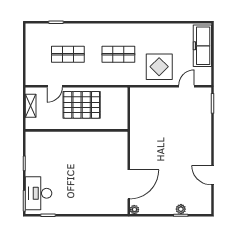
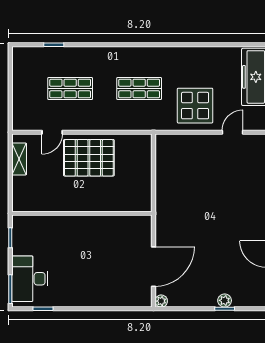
wall: (77, 130) -> (82, 213), moved

